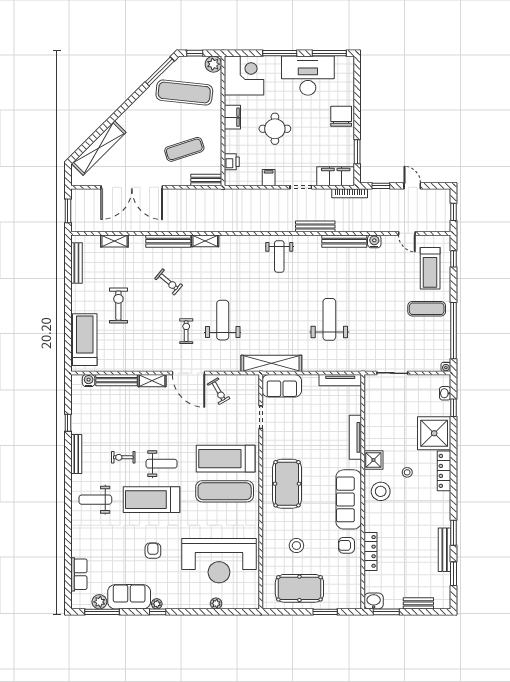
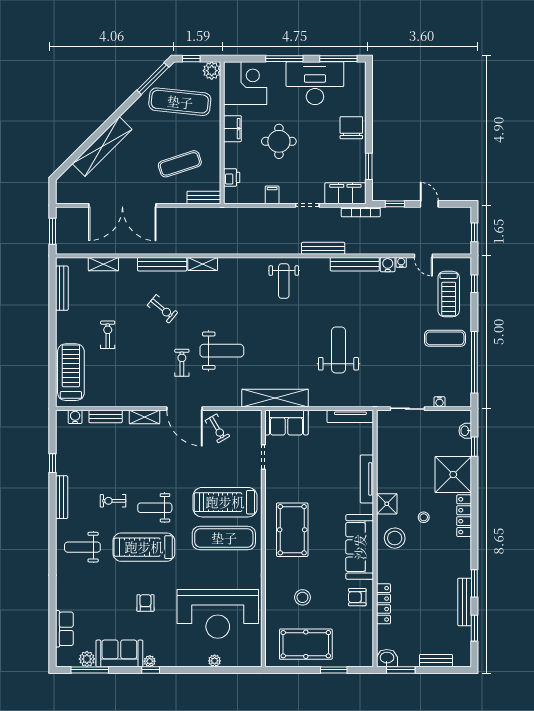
shelving: (99, 148) -> (102, 147), moved
water cooler: (387, 239) -> (401, 262), added
exercise bike: (118, 306) -> (108, 335), width x0.73, depth x0.72
weight bench: (223, 320) -> (222, 351), turned 90
water cooler: (446, 367) -> (439, 402), moved
bench: (116, 380) -> (106, 416), width x0.73
weight bench: (161, 464) -> (155, 508), turned 180

